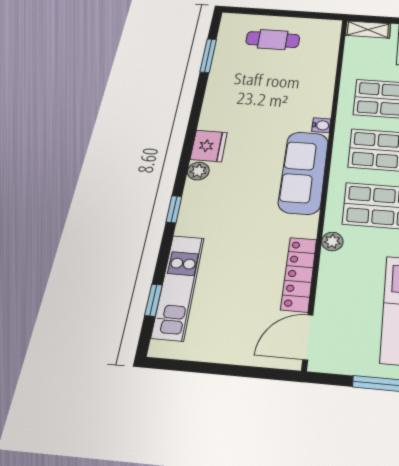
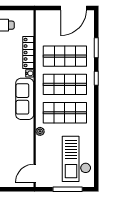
shelving: (368, 29) -> (46, 15), removed
locker: (299, 274) -> (28, 53), moved

